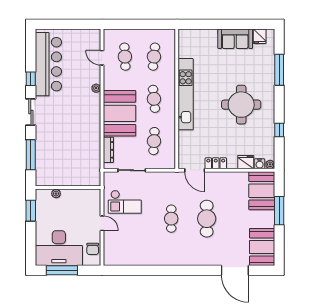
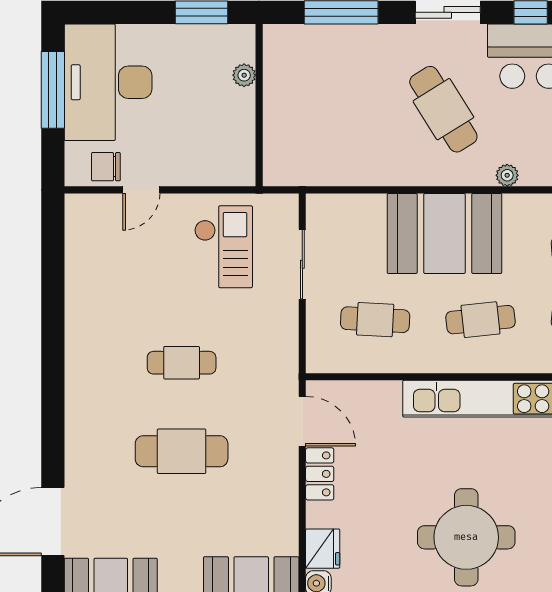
cafe table: (70, 114) -> (443, 109), added
dresser: (108, 150) -> (353, 206), removed
door: (195, 170) -> (302, 421), swing flipped
checkout: (125, 202) -> (223, 247), turned 180
door: (102, 223) -> (141, 190), moved

